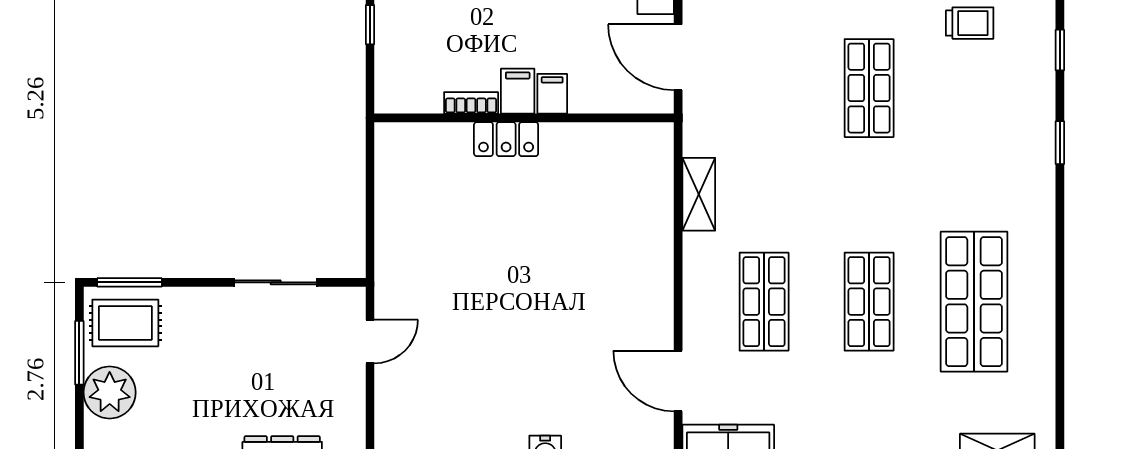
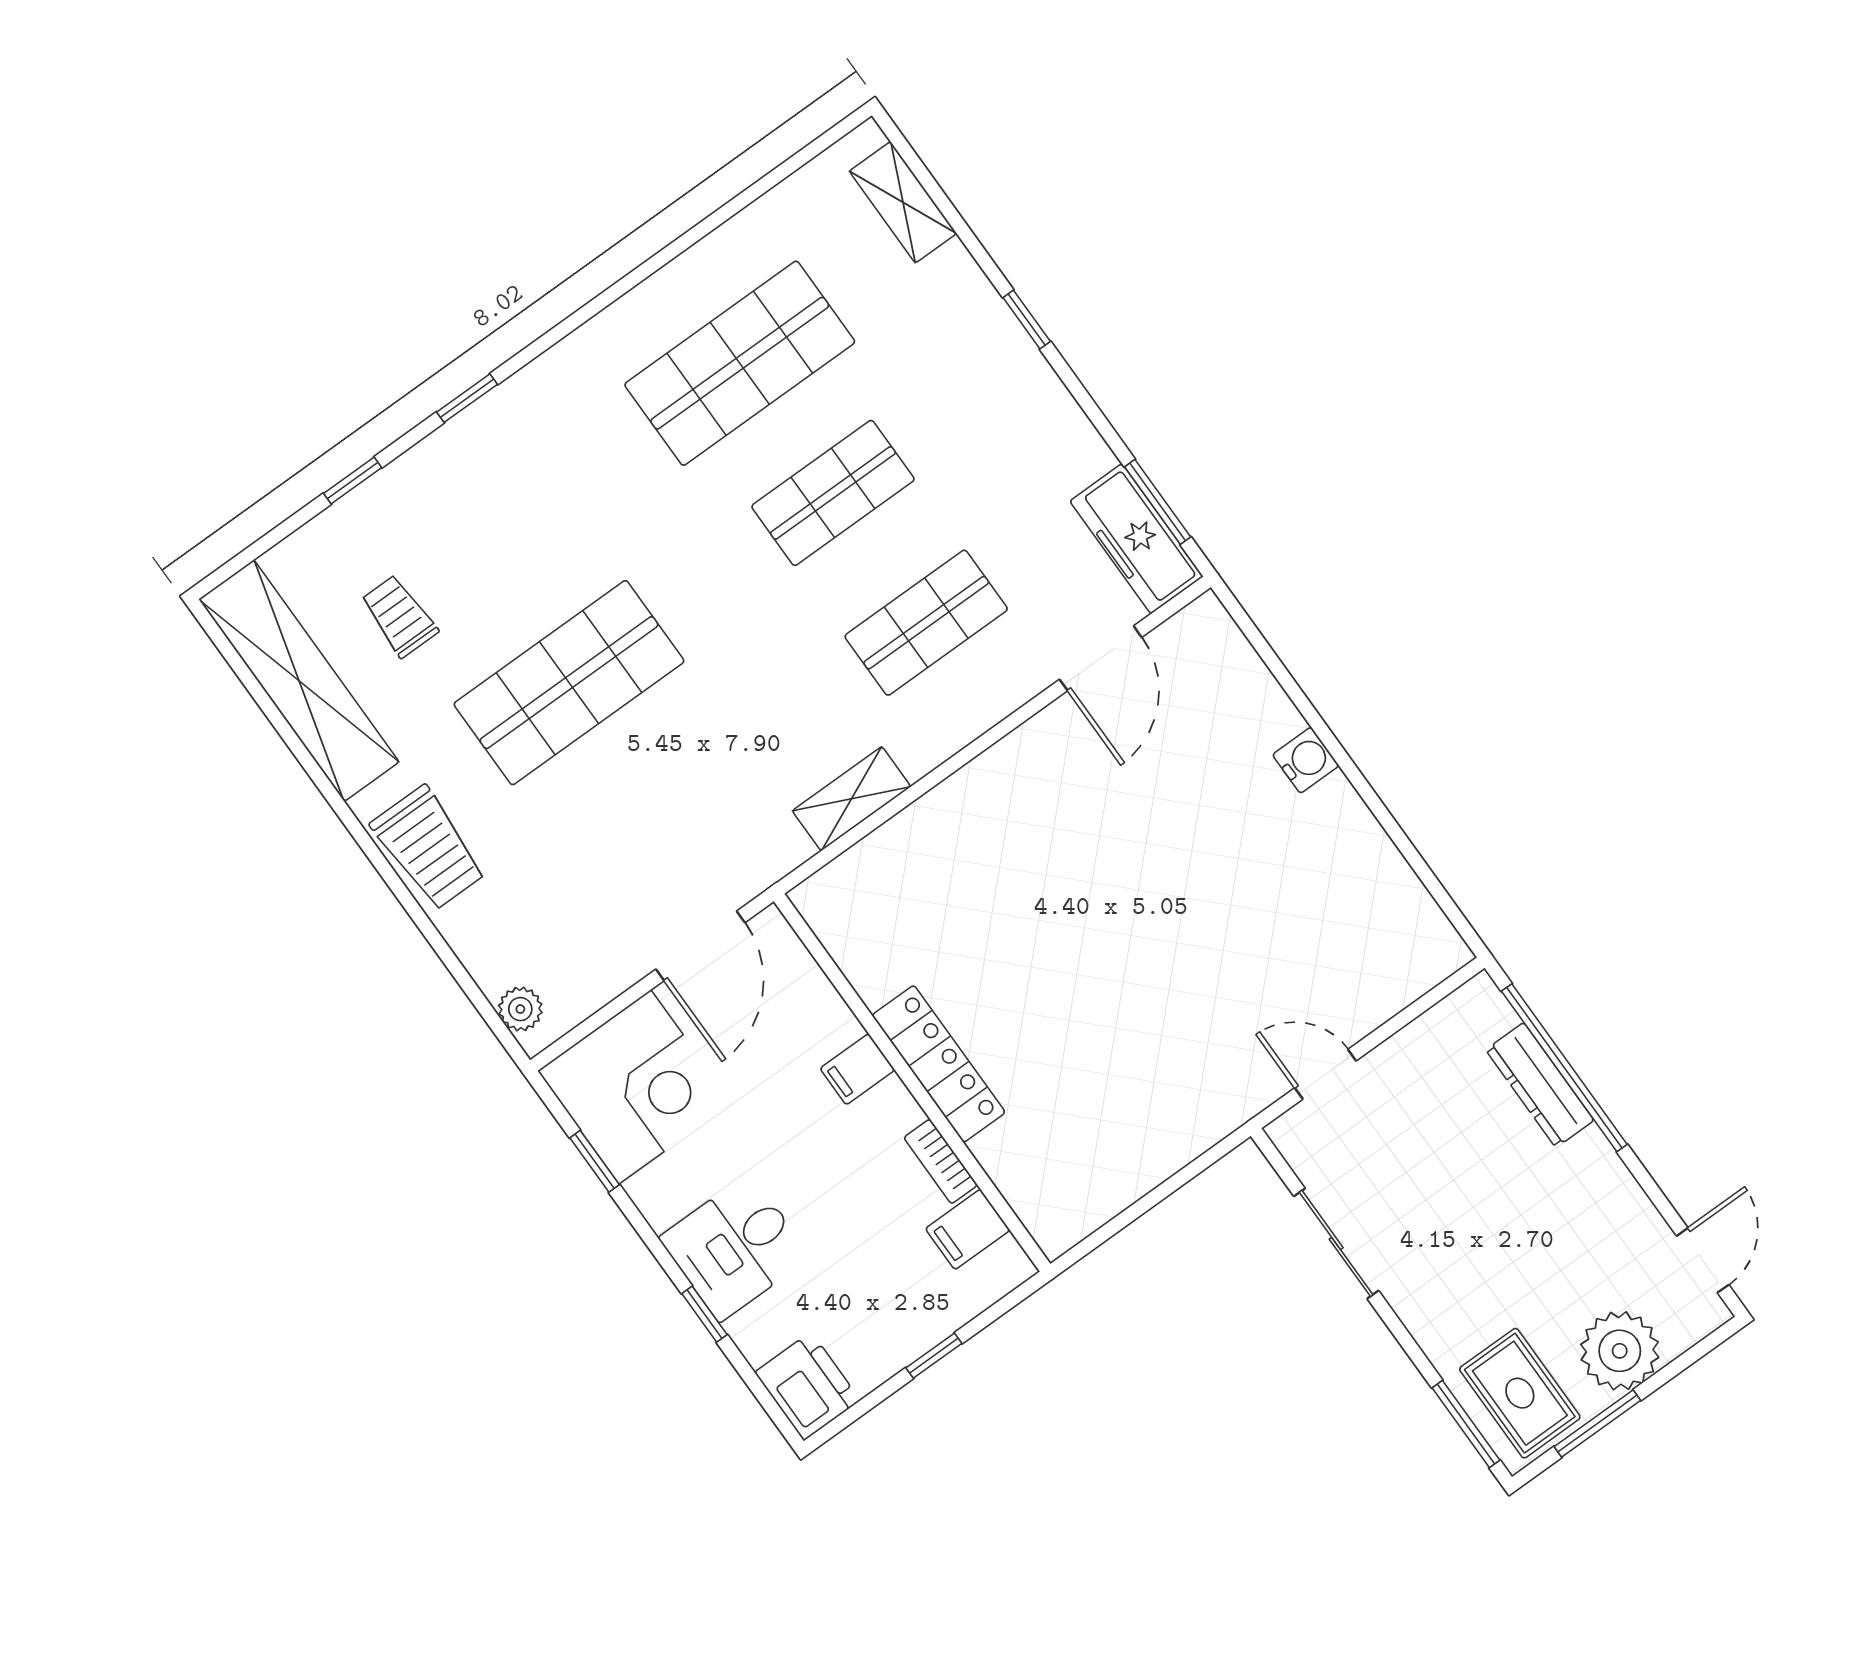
shop shelf: (869, 88) -> (569, 683), width x1.43, depth x1.36
filing cabinet: (518, 91) -> (968, 1229), moved
locker: (506, 139) -> (939, 1064), width x1.53

